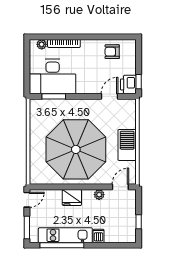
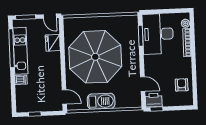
plant: (99, 195) -> (57, 79), removed
fridge: (72, 198) -> (53, 43), moved

